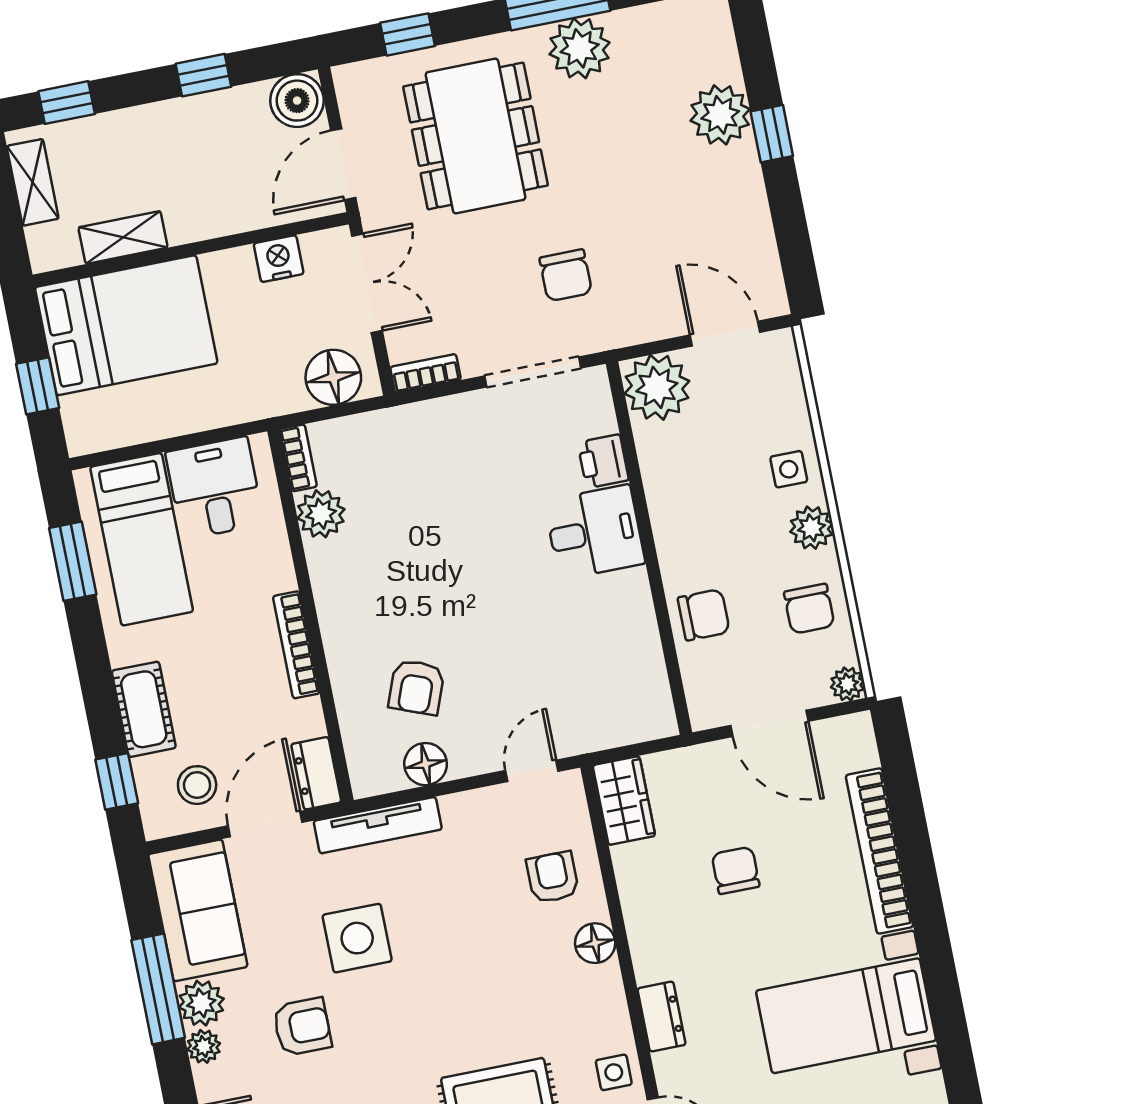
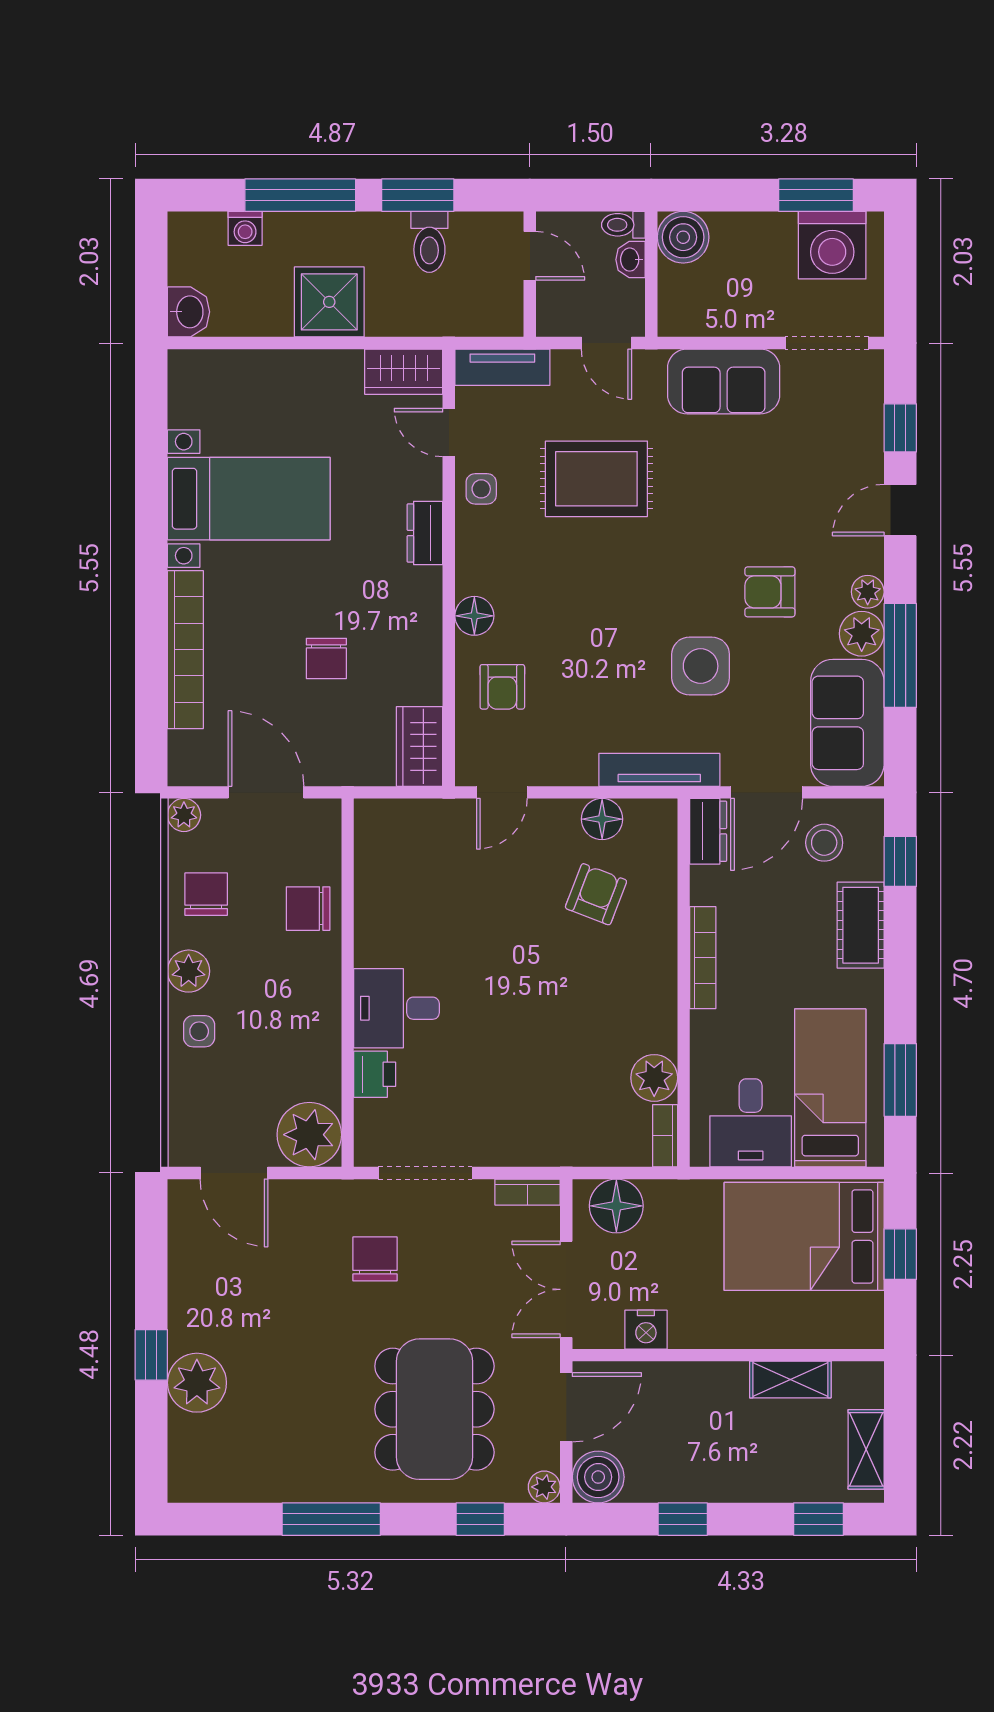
plant: (580, 48) -> (544, 1487), moved, width x0.53, depth x0.53
bed: (126, 325) -> (804, 1236), moved

